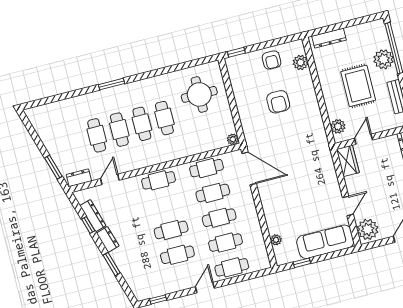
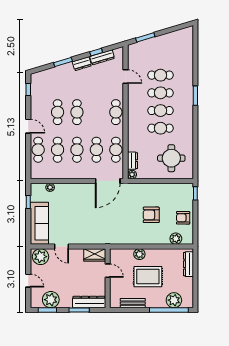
plant: (383, 59) -> (174, 300), moved
plant: (338, 126) -> (139, 254), moved
dresser: (79, 178) -> (133, 161), moved

